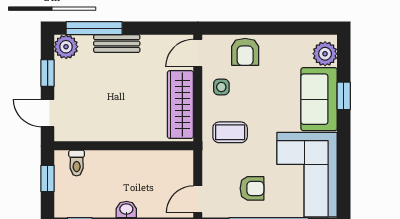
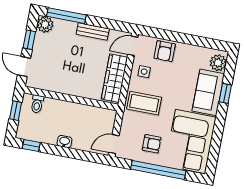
bench: (117, 44) -> (93, 31), moved
coffee table: (230, 132) -> (144, 103), width x1.36, depth x1.30

